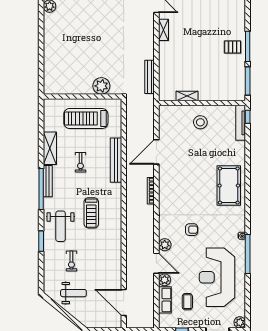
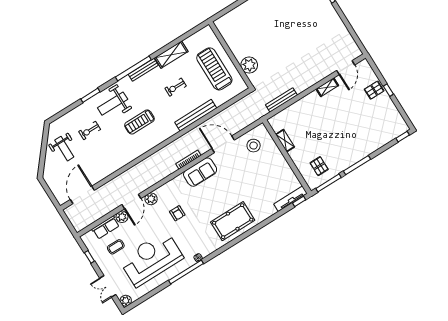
pallet: (233, 47) -> (319, 166), moved
stool: (200, 122) -> (254, 146), moved
sofa: (168, 187) -> (200, 172), added

